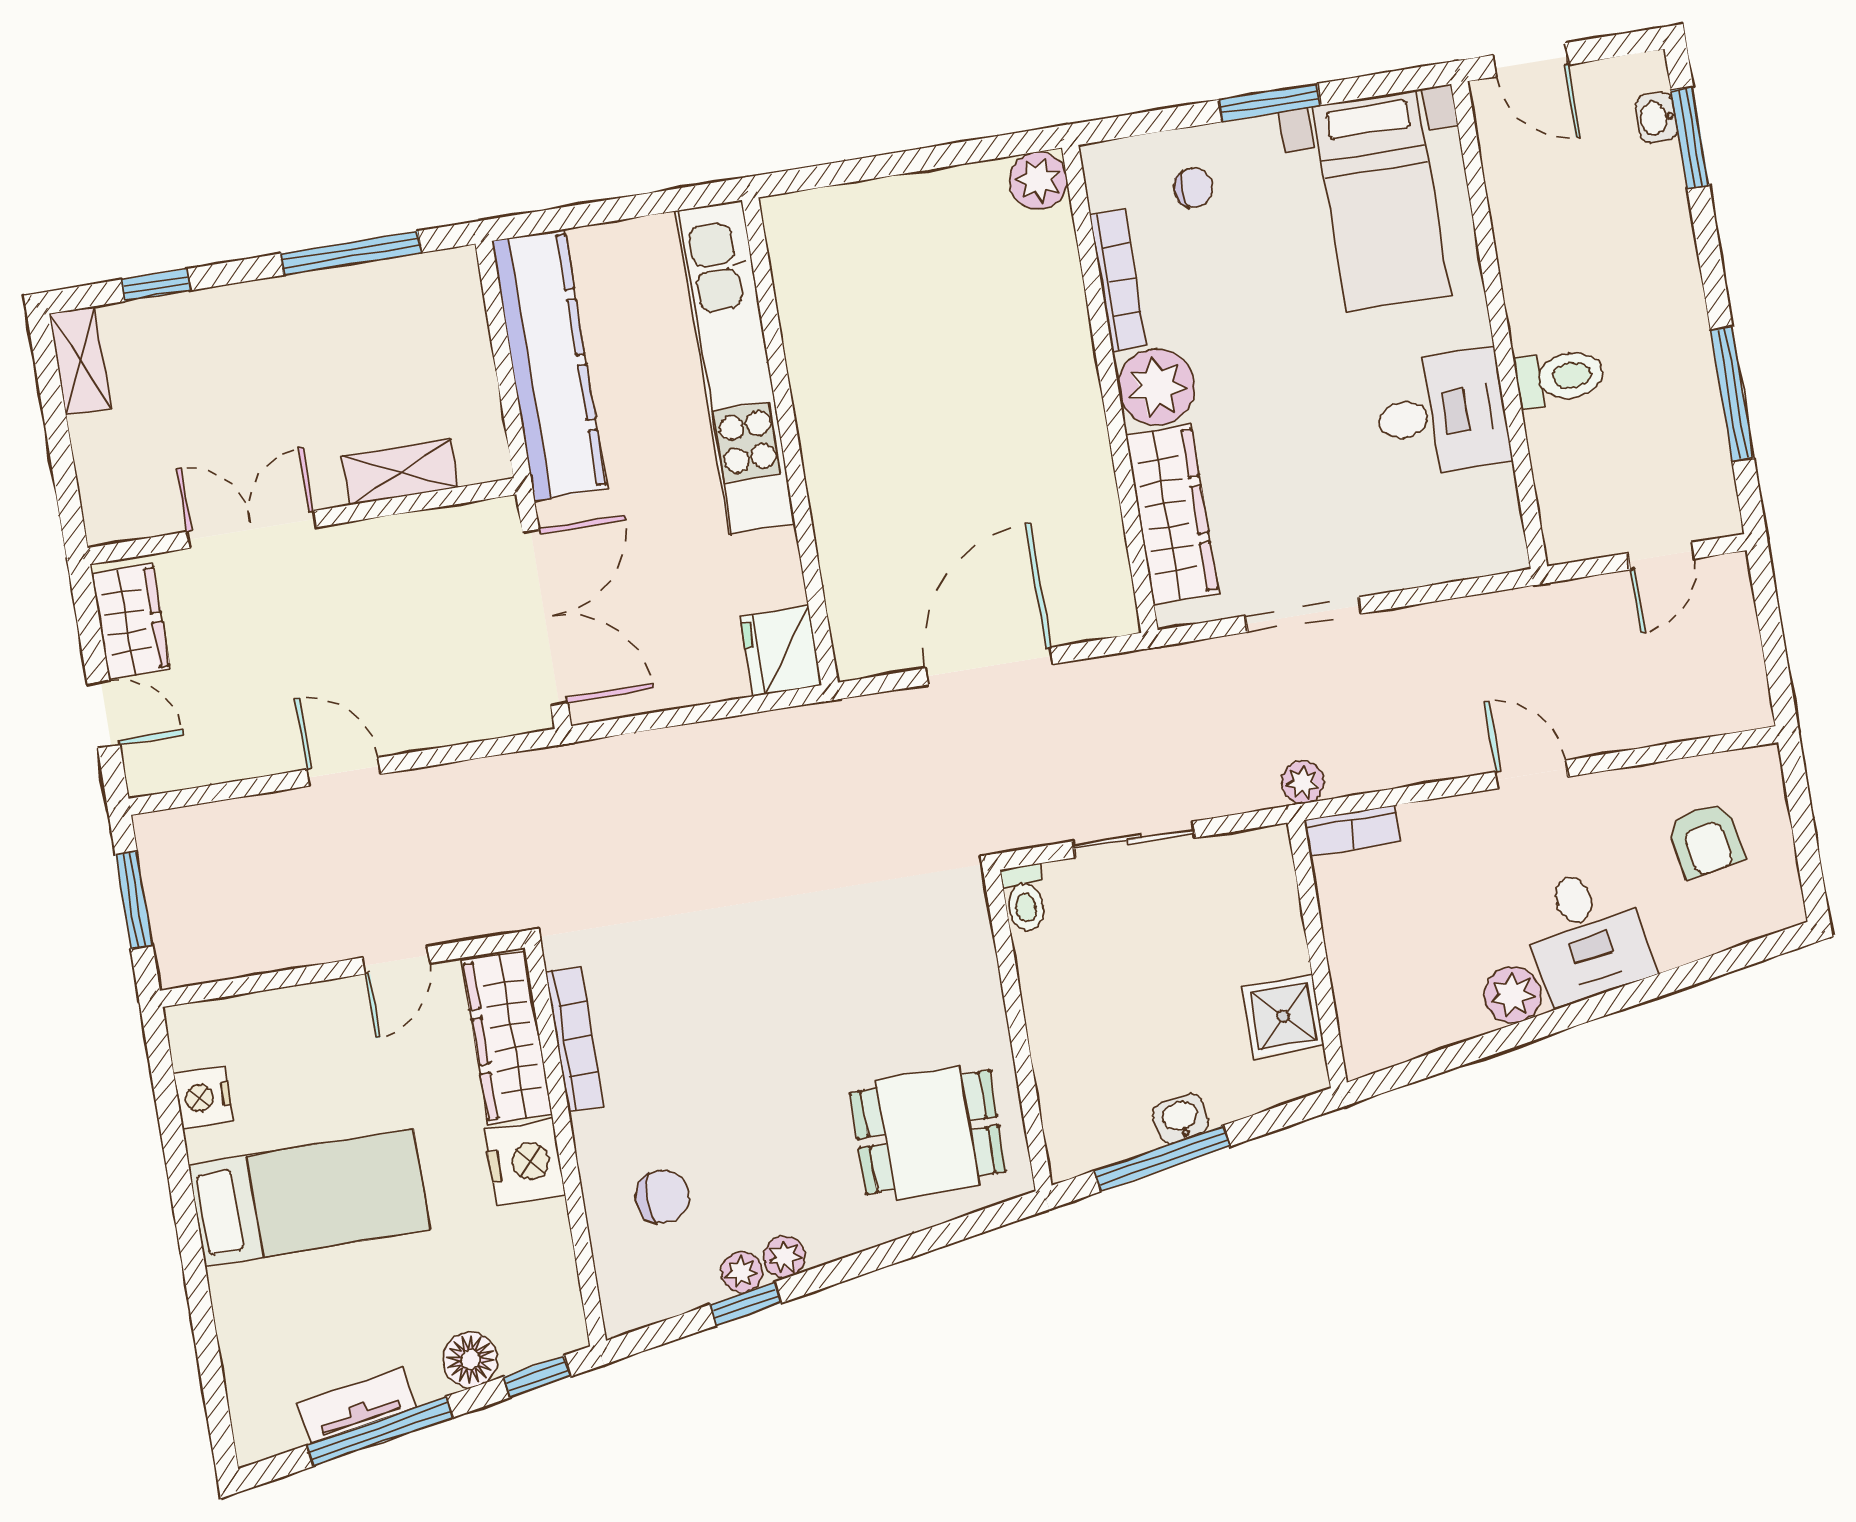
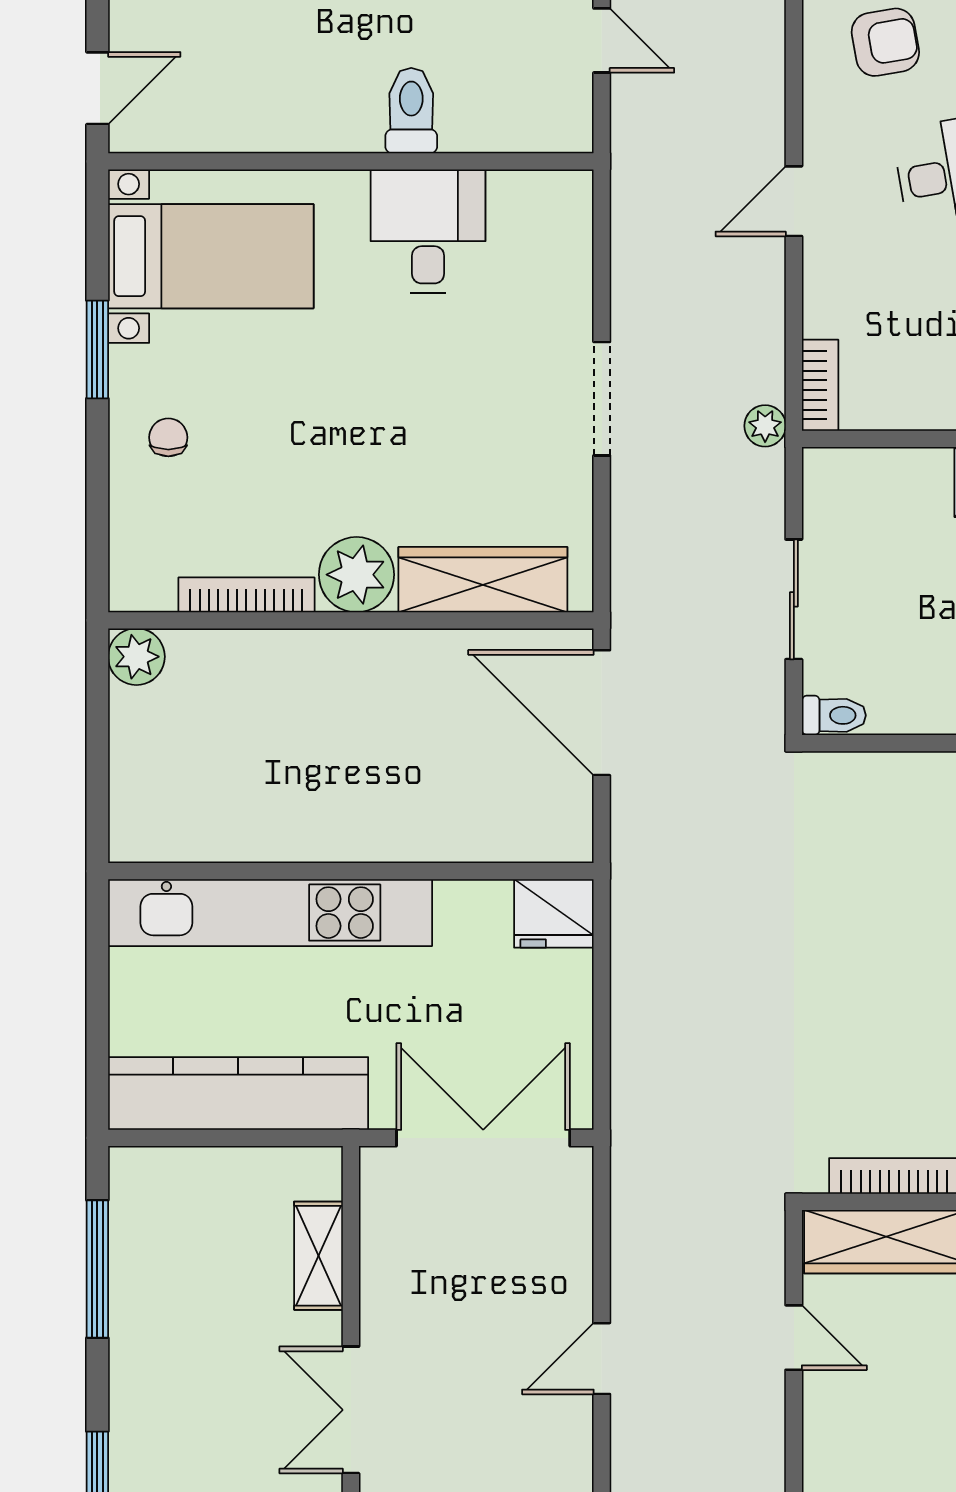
plant: (1038, 181) -> (136, 657), moved
bookcase: (1118, 280) -> (246, 595), moved
plant: (1156, 387) -> (356, 575), moved
wall: (1110, 389) -> (351, 620), moved
wardrobe: (1172, 514) -> (483, 580), moved

